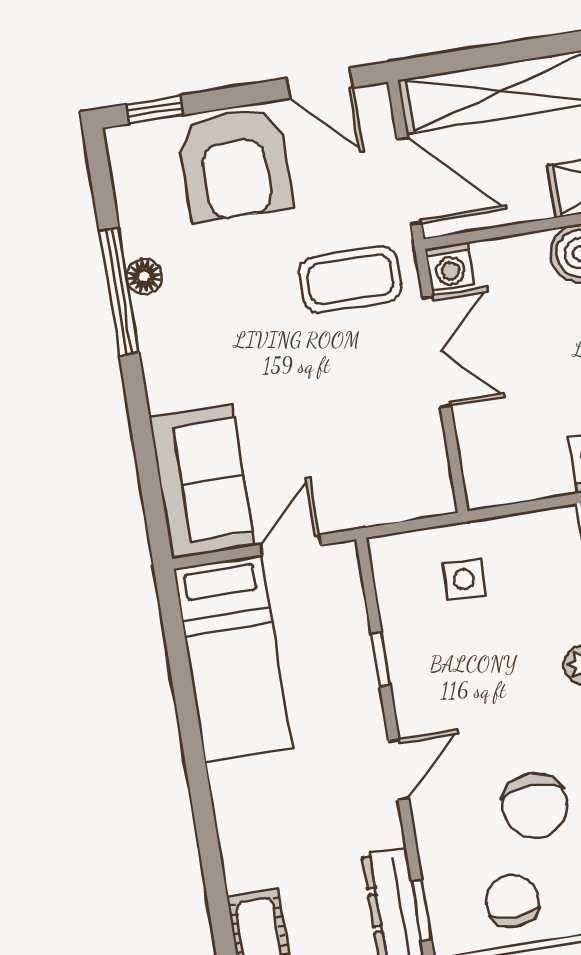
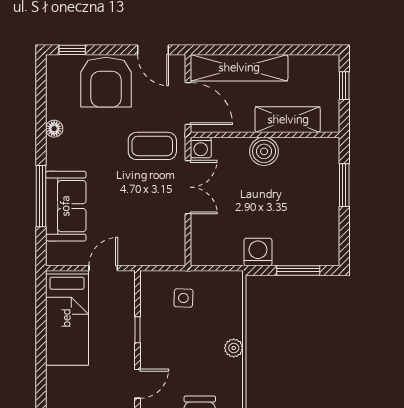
window: (119, 292) -> (41, 196), moved
sofa: (202, 481) -> (66, 206), moved

